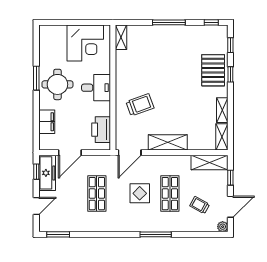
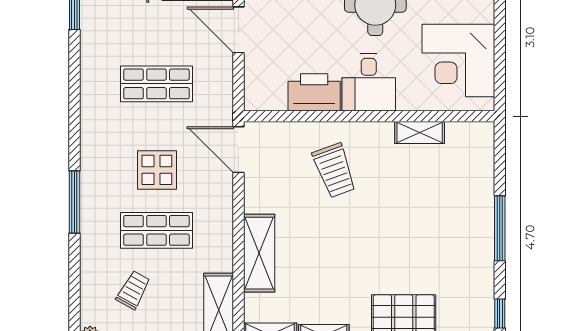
shelving: (121, 37) -> (420, 132), moved
printer: (101, 130) -> (314, 92), moved
shelving: (168, 142) -> (259, 253), moved

